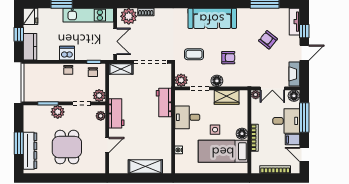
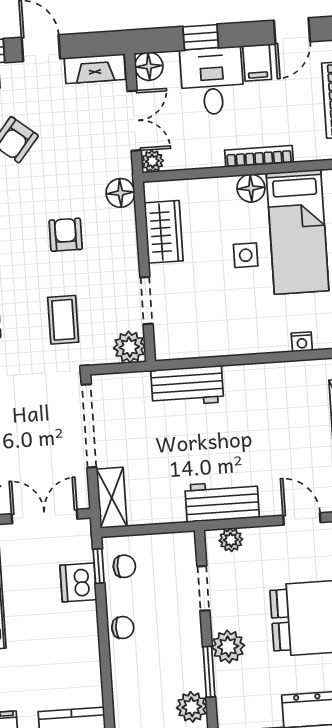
dishwasher: (67, 53) -> (78, 582), moved
floor lamp: (217, 81) -> (120, 193), moved
plant: (99, 95) -> (192, 707), moved
desk: (187, 117) -> (220, 326), removed
window: (304, 118) -> (201, 37), width x0.46

